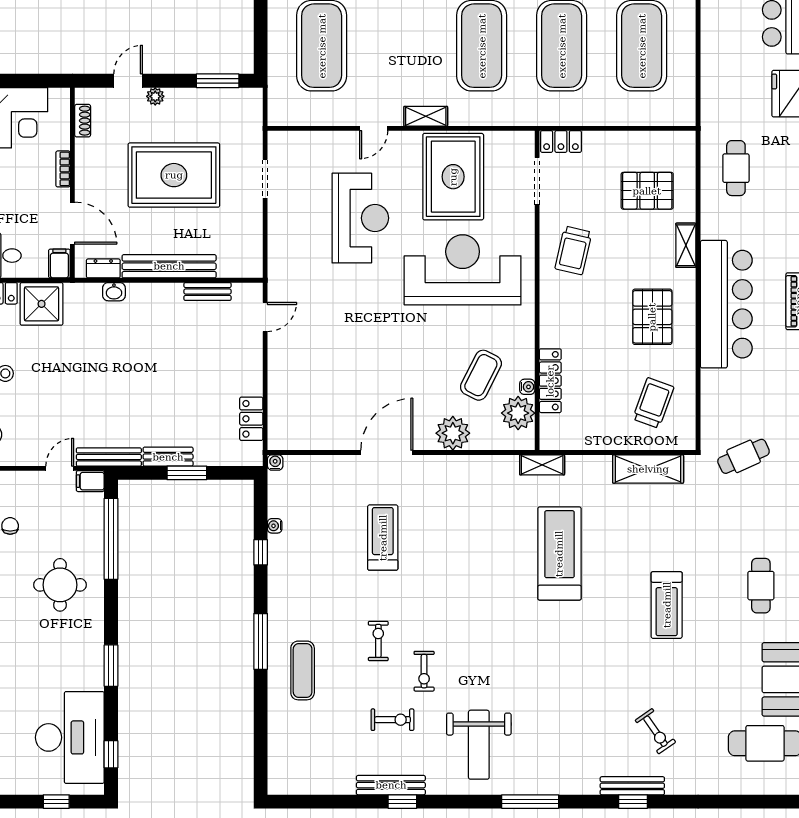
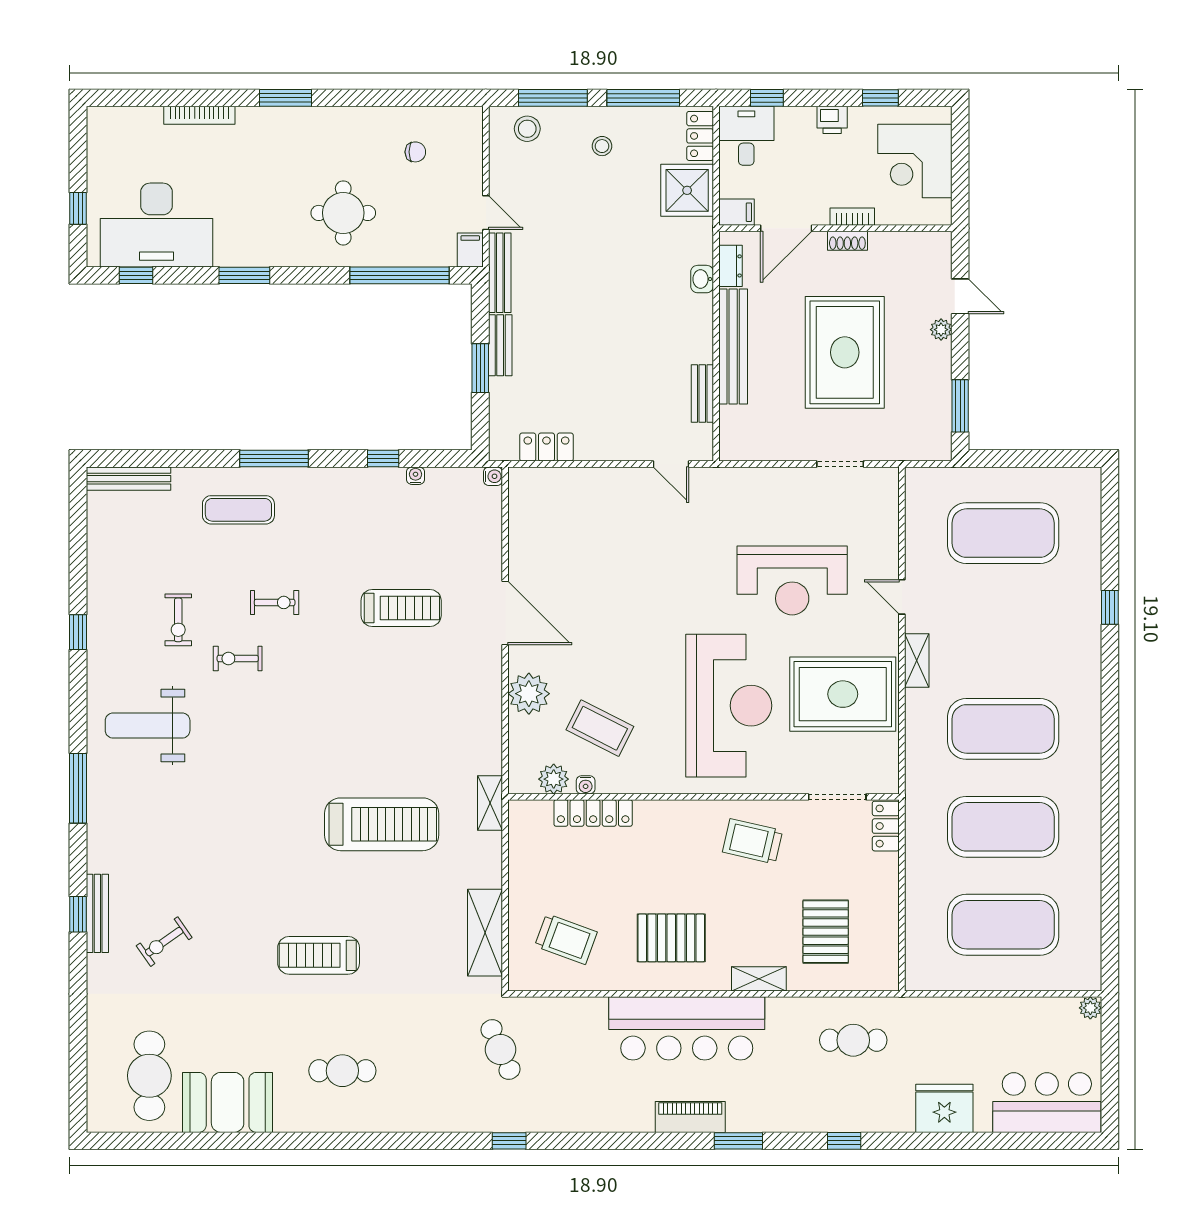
shoe rack: (83, 121) -> (847, 241), moved
plant: (518, 413) -> (554, 779), width x0.73, depth x0.73
bench: (391, 785) -> (129, 479), moved, turned 90

